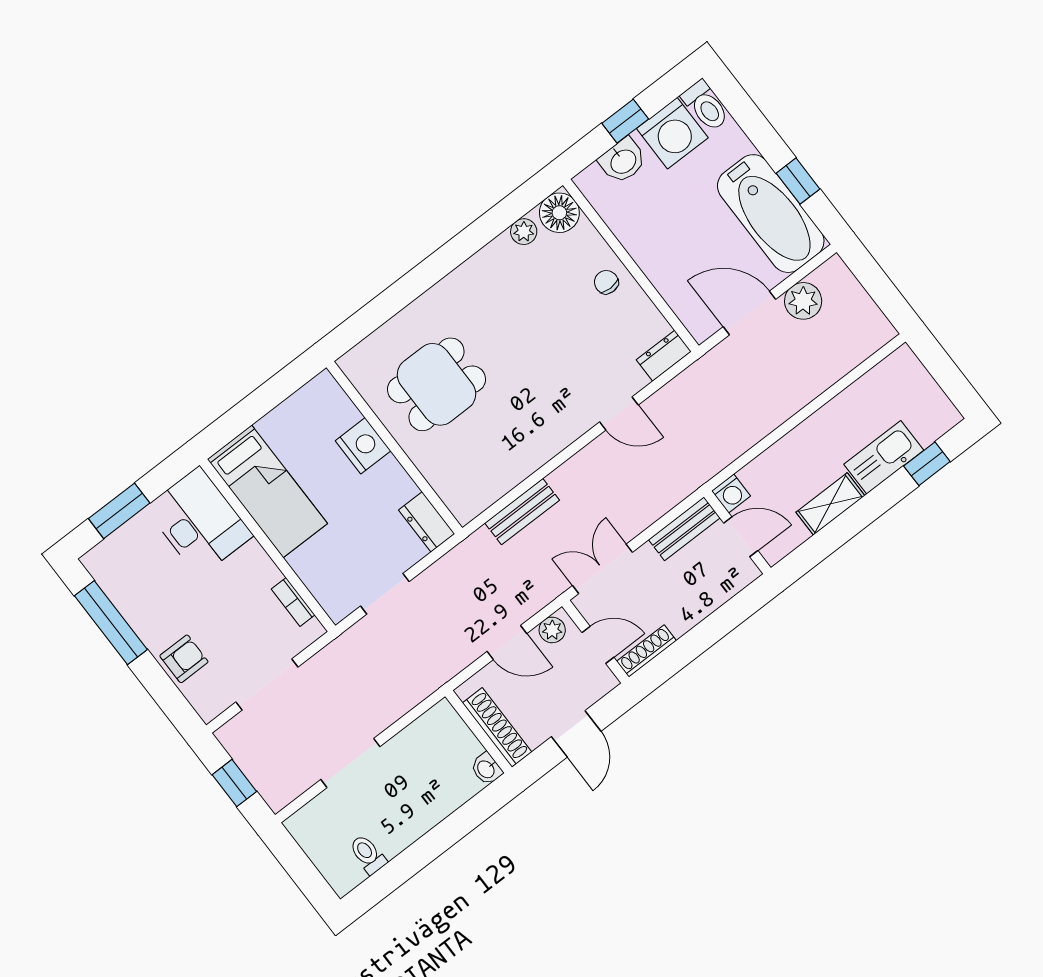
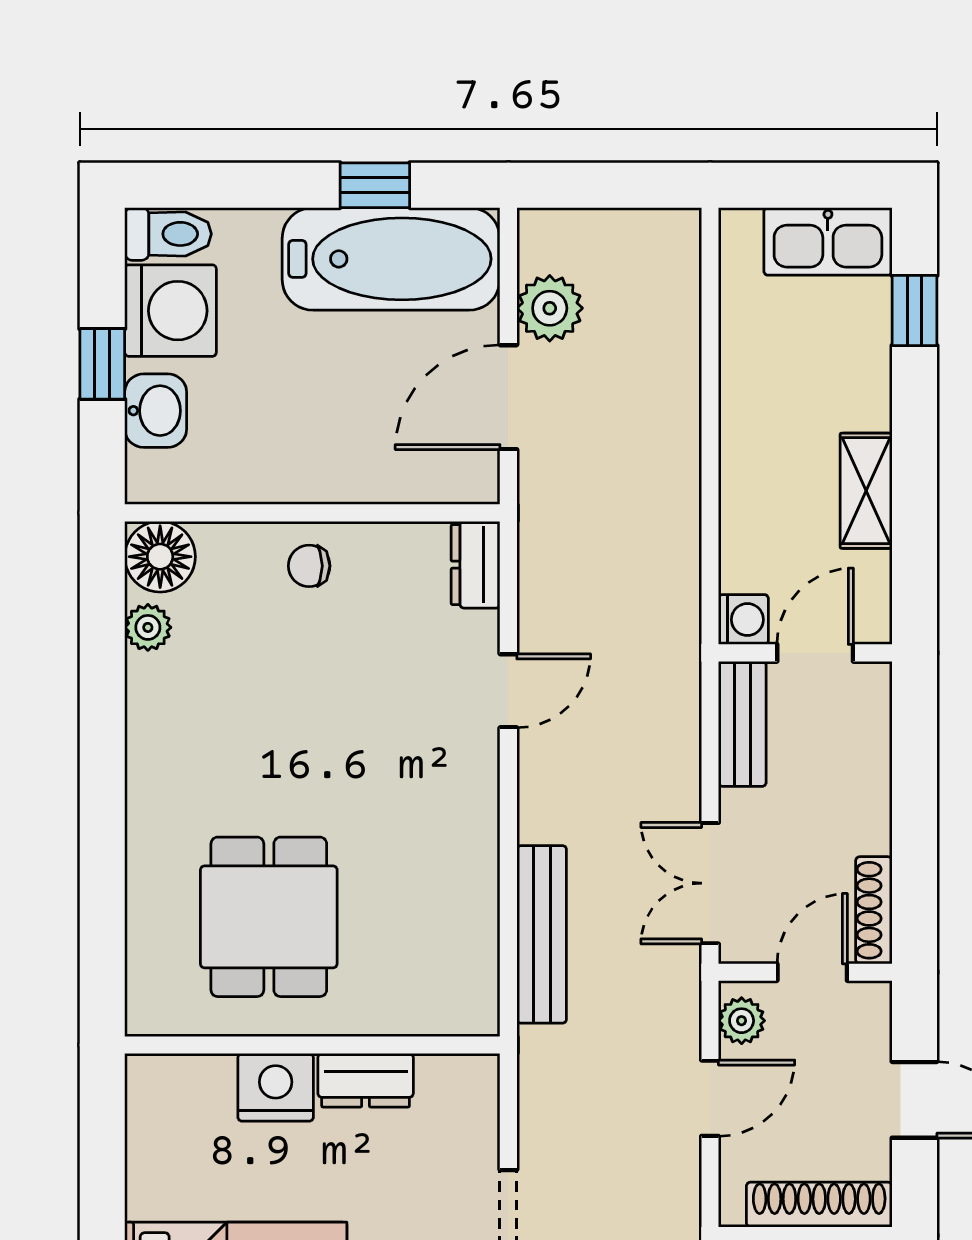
kitchen sink: (884, 457) -> (828, 241), moved, turned -90
bench: (522, 512) -> (542, 934), width x1.36
dresser: (427, 522) -> (366, 1080), moved

